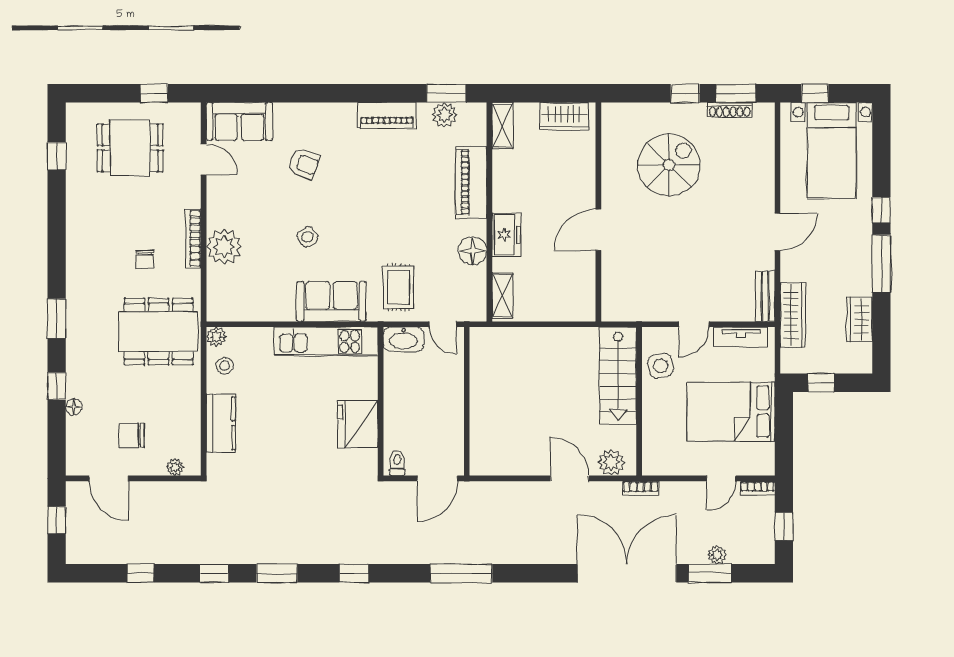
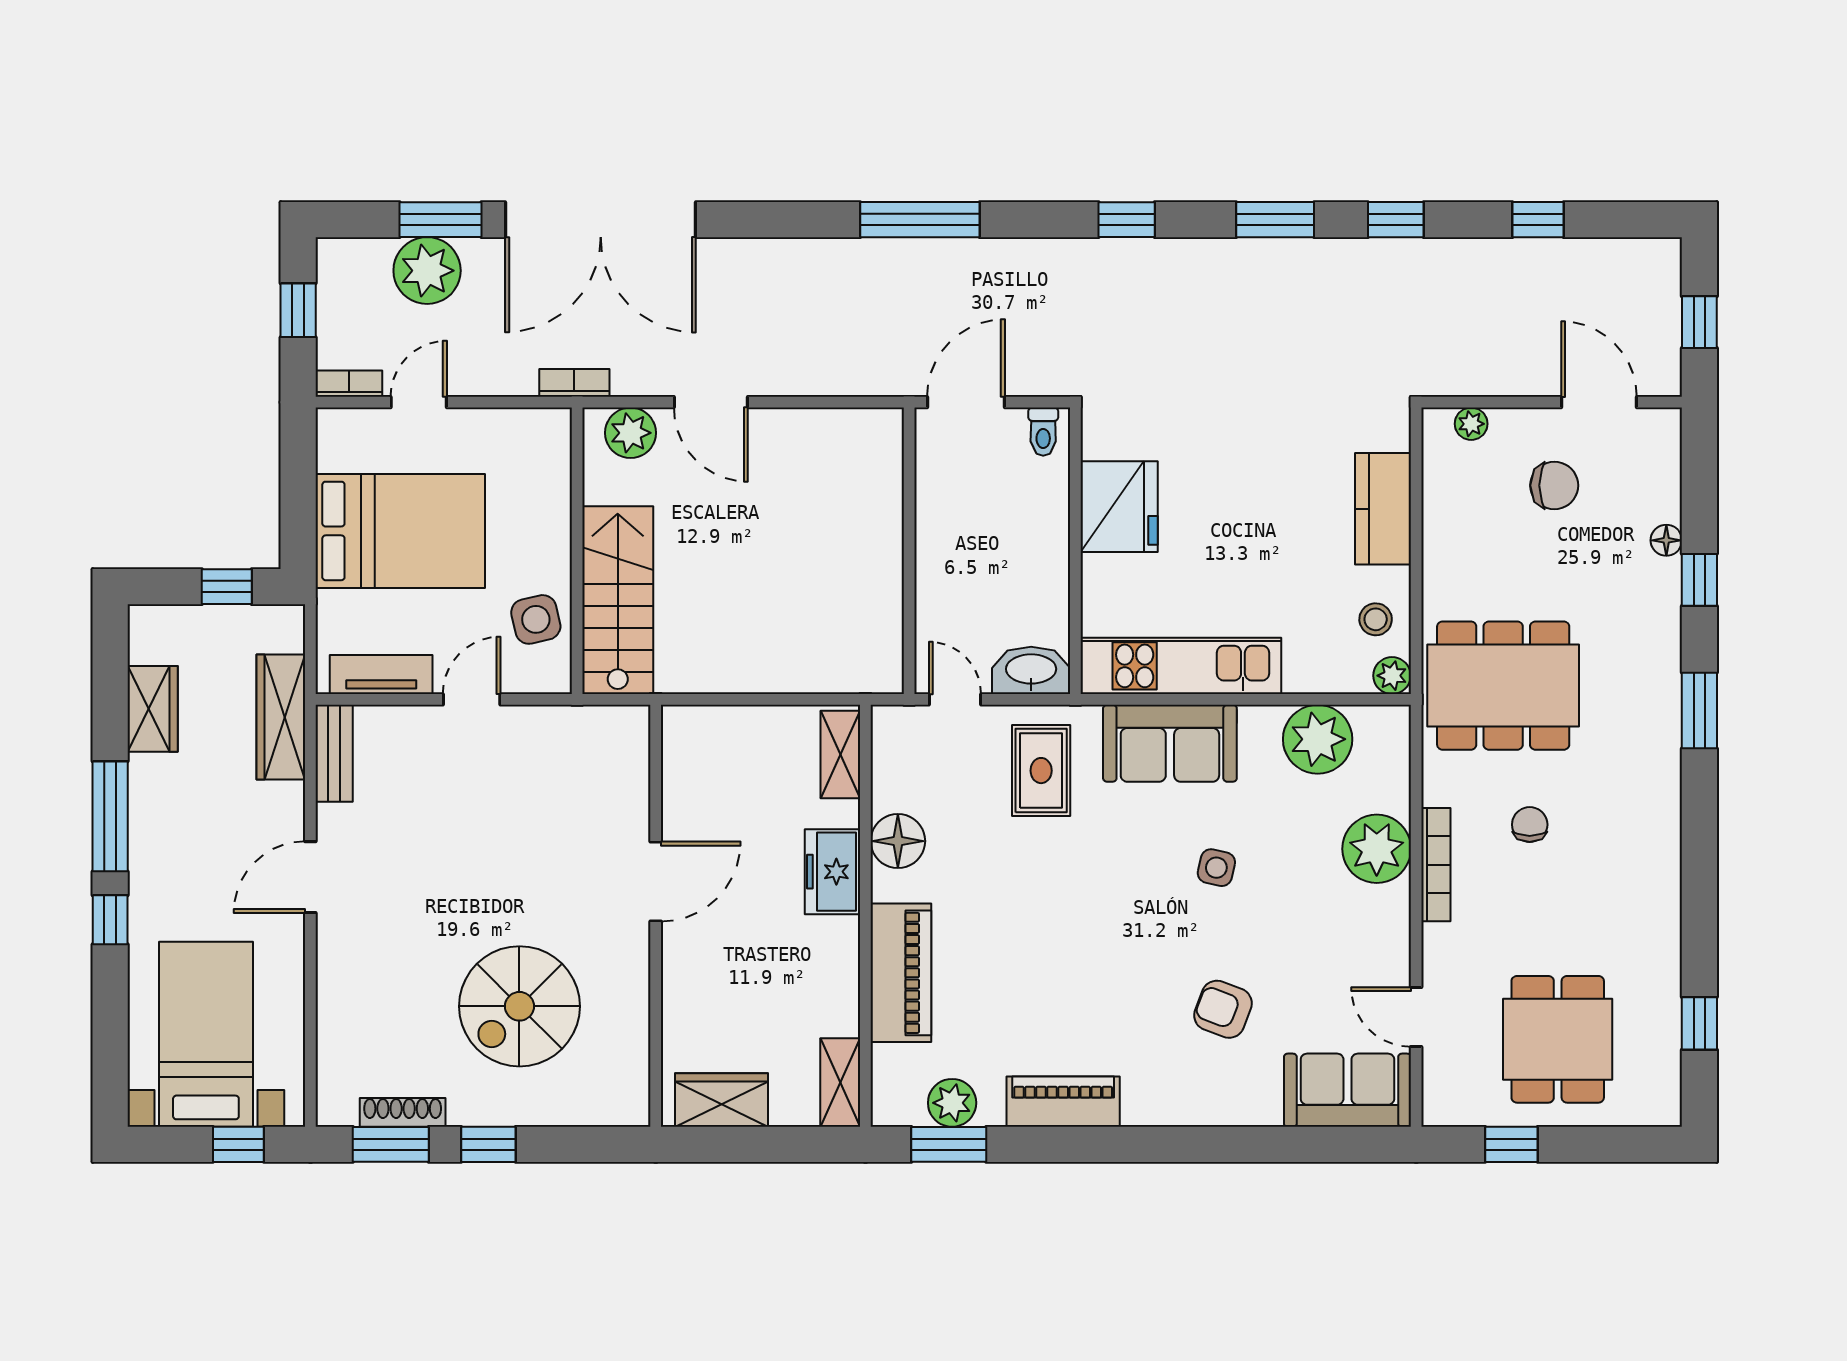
dining table: (130, 148) -> (1558, 1039), turned 90
side table: (307, 237) -> (1216, 868), turned 45
plant: (255, 304) -> (1318, 739), added
plant: (717, 555) -> (427, 271), width x1.87, depth x1.87

